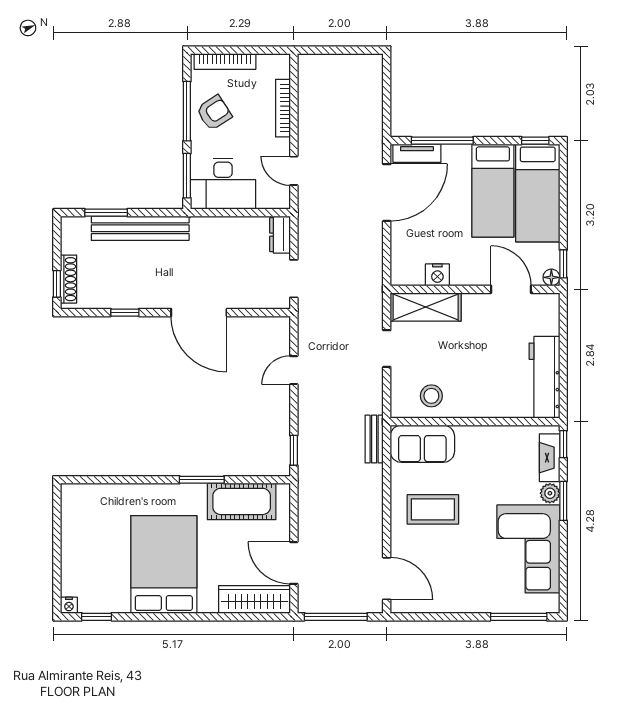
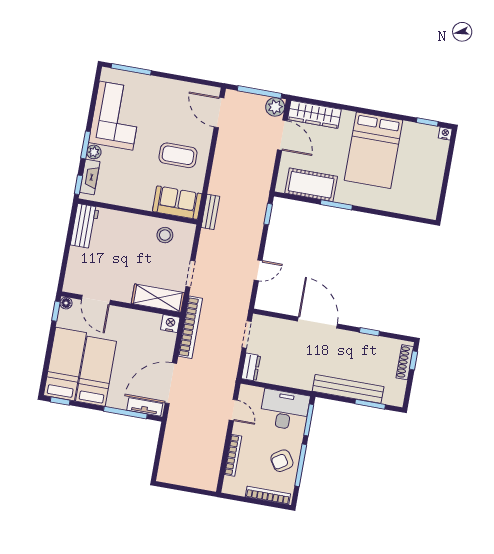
bookcase: (373, 275) -> (190, 327), added
nightstand: (437, 275) -> (170, 324), moved
workbench: (544, 377) -> (85, 226), width x0.73
plant: (310, 600) -> (275, 107), added

